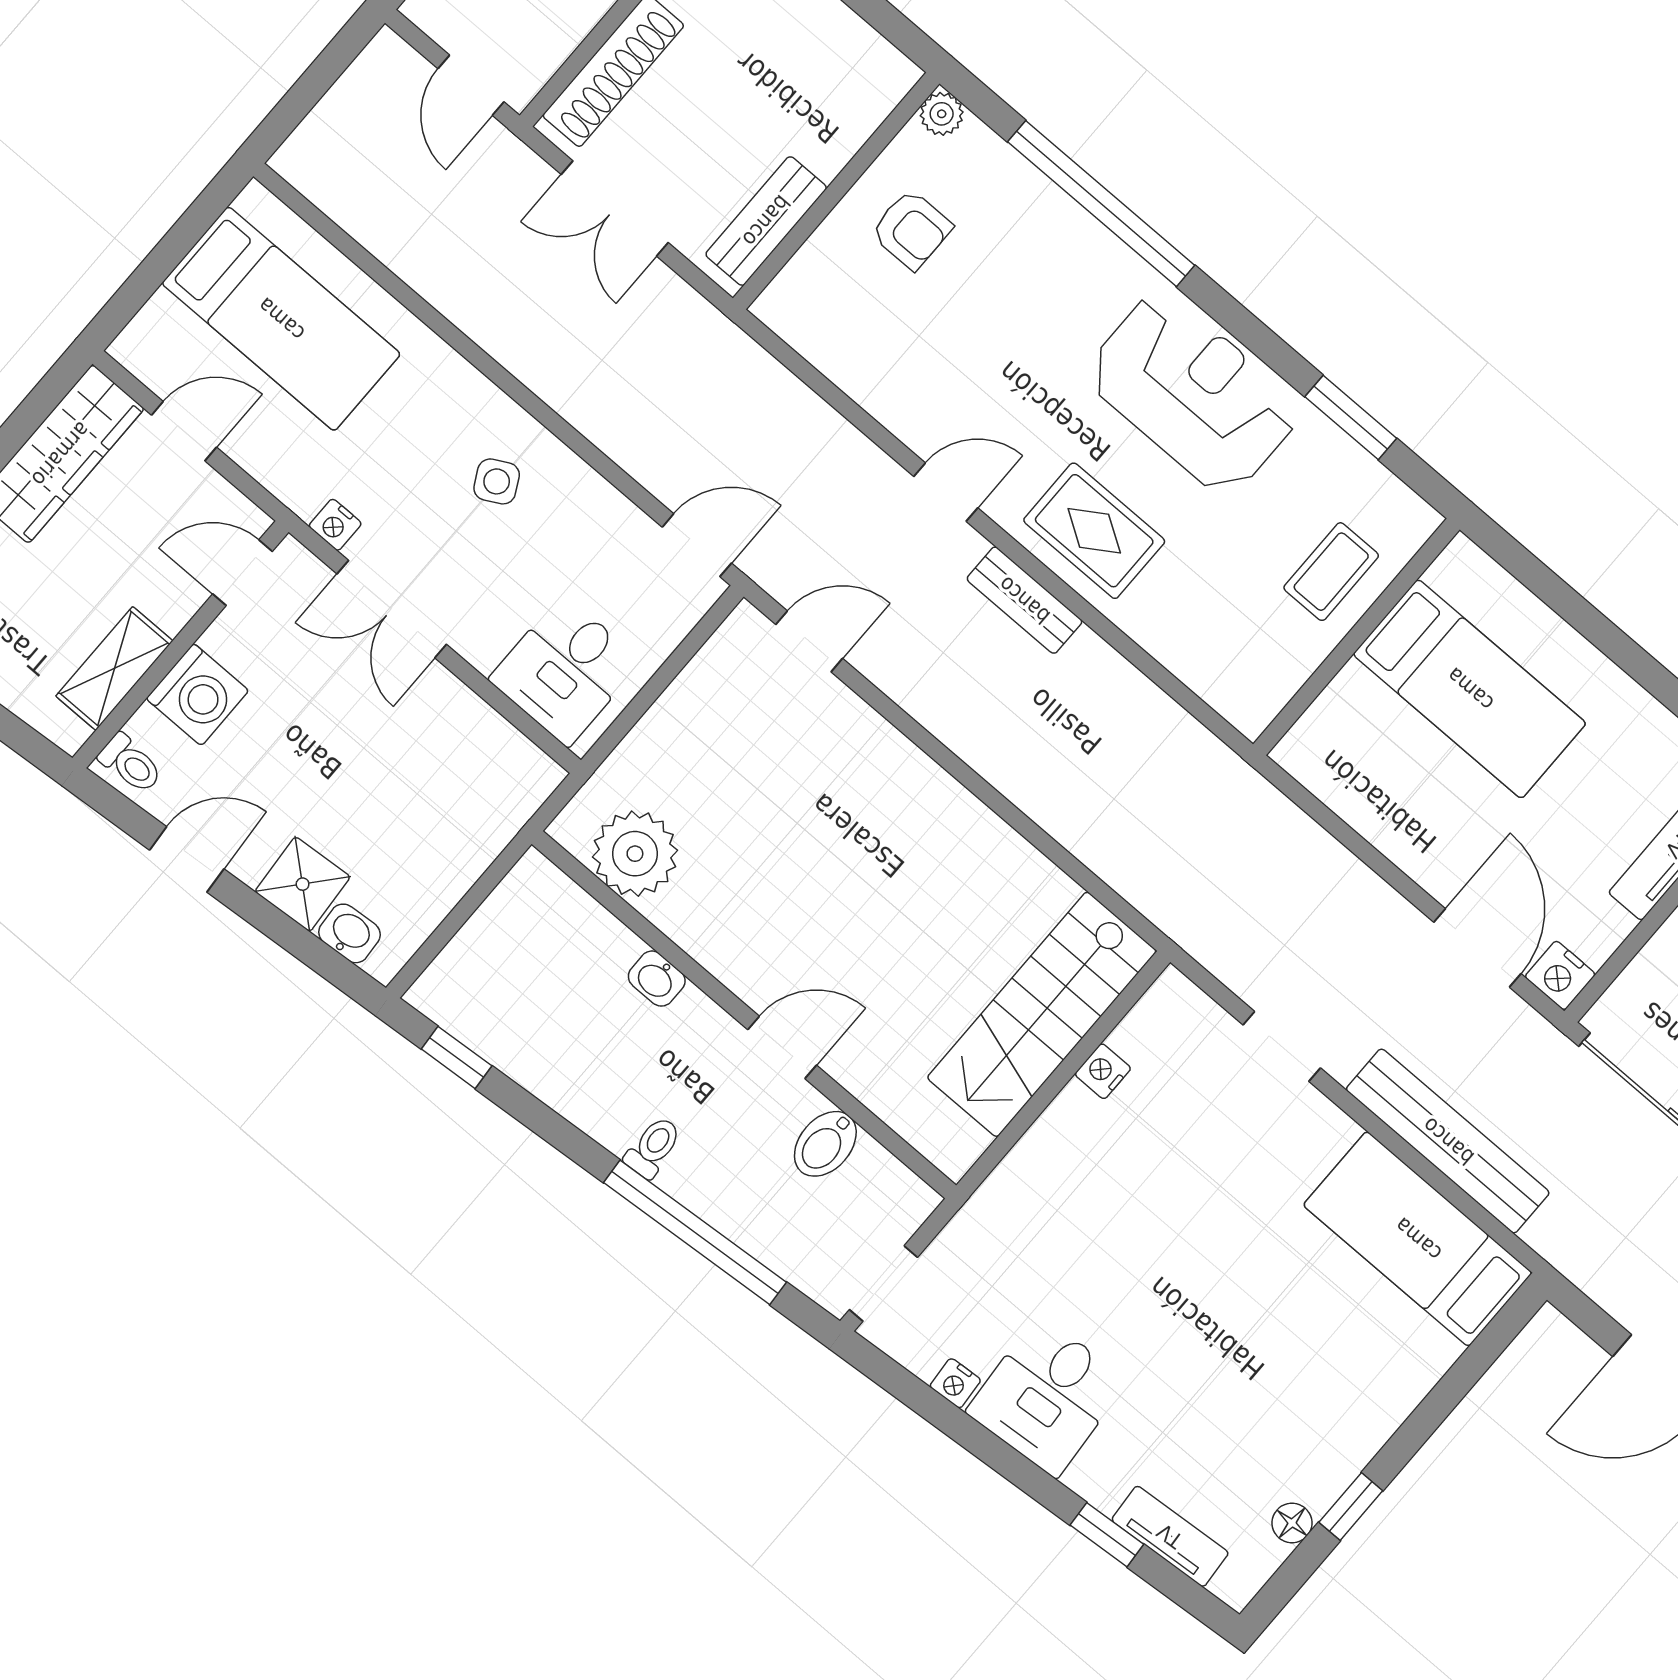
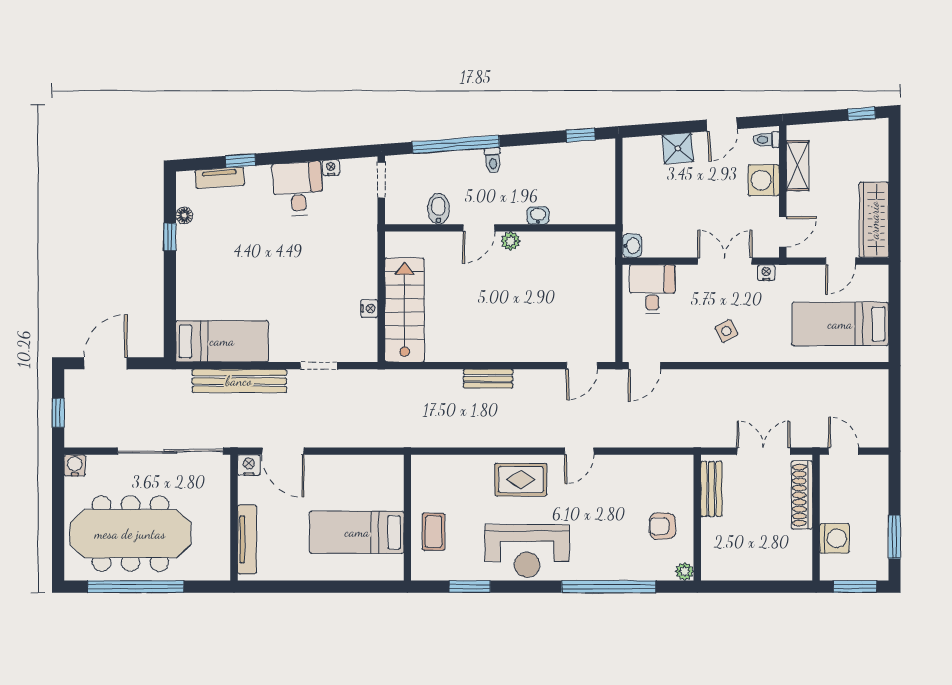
bench: (1024, 600) -> (488, 379), moved
plant: (635, 854) -> (511, 241), moved, width x0.53, depth x0.53
washbasin: (349, 933) -> (632, 246), moved, turned -86

